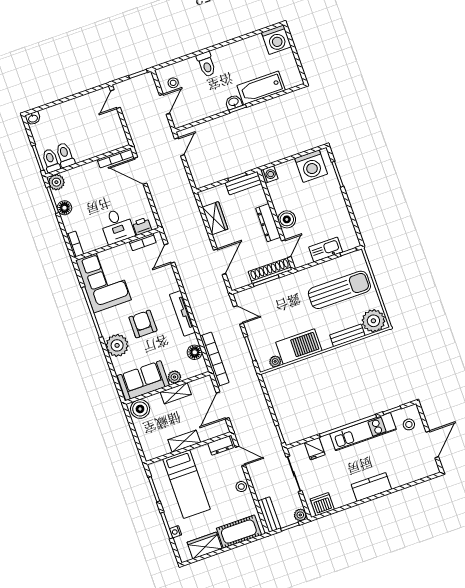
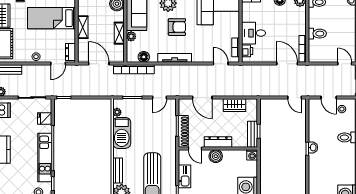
bathtub: (261, 88) -> (316, 171), removed
toilet: (65, 155) -> (317, 34), moved
door: (140, 171) -> (287, 64), hinge flipped

